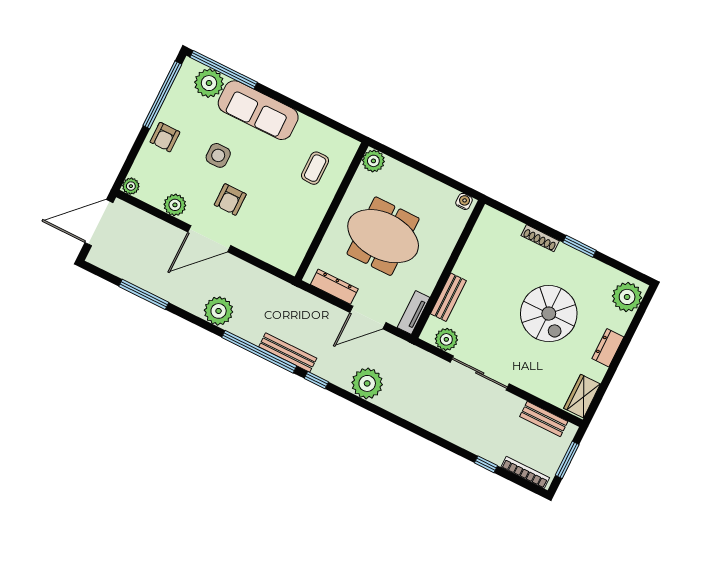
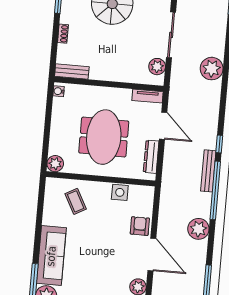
side table: (218, 155) -> (120, 192), moved
coffee table: (315, 168) -> (76, 201), turned 62
armchair: (230, 199) -> (140, 226), moved, turned -90
shoe rack: (540, 238) -> (63, 34), width x0.70
bench: (448, 297) -> (72, 71), moved
plant: (367, 383) -> (212, 69), moved

